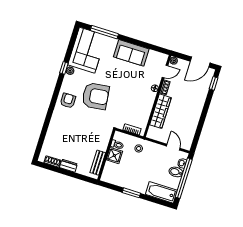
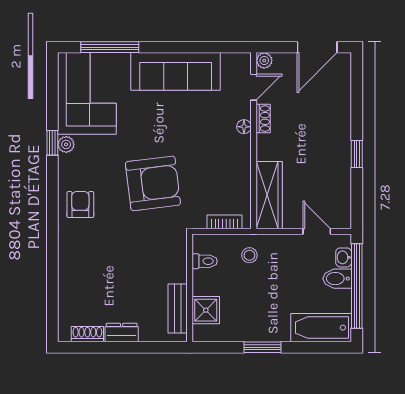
sofa: (131, 53) -> (176, 71), width x1.36
window: (214, 83) -> (357, 154), moved
armchair: (96, 96) -> (153, 183), moved
wardrobe: (160, 111) -> (269, 195), moved
shower: (114, 156) -> (206, 310), moved

